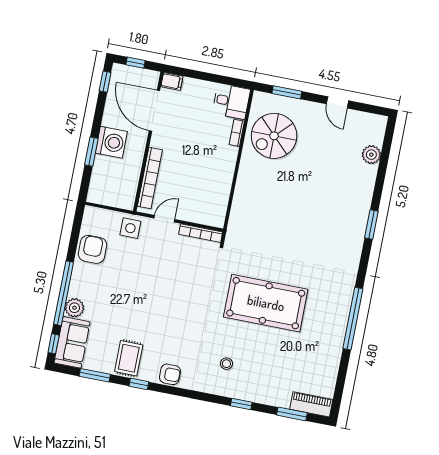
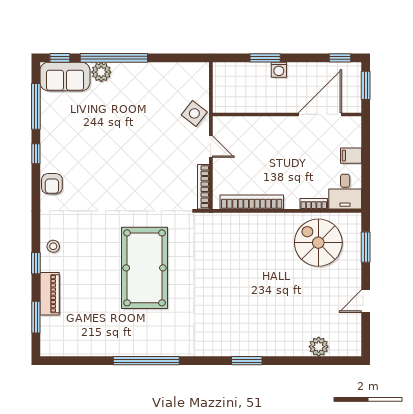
window: (135, 63) -> (366, 85), width x1.50
filing cabinet: (172, 81) -> (351, 156), moved, turned 90
washing machine: (111, 142) -> (279, 70), width x0.53, depth x0.53
bookcase: (150, 178) -> (252, 202), moved, turned 180
side table: (130, 228) -> (194, 113), turned 38
armchair: (92, 249) -> (165, 79), removed
rug: (129, 358) -> (60, 138), removed
stool: (226, 364) -> (53, 246), moved
window: (95, 375) -> (36, 106), width x1.44
piano: (311, 404) -> (50, 294), moved

